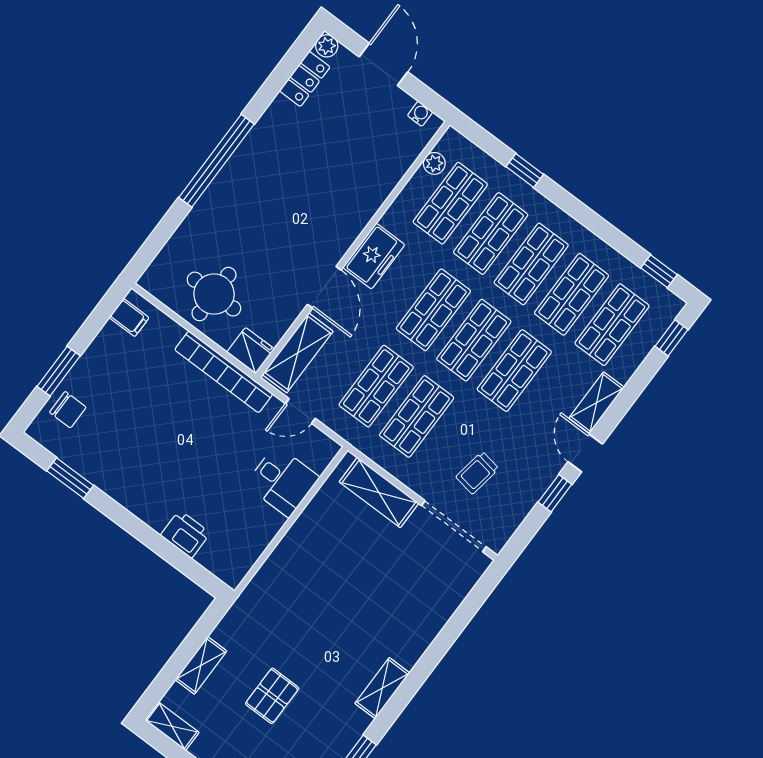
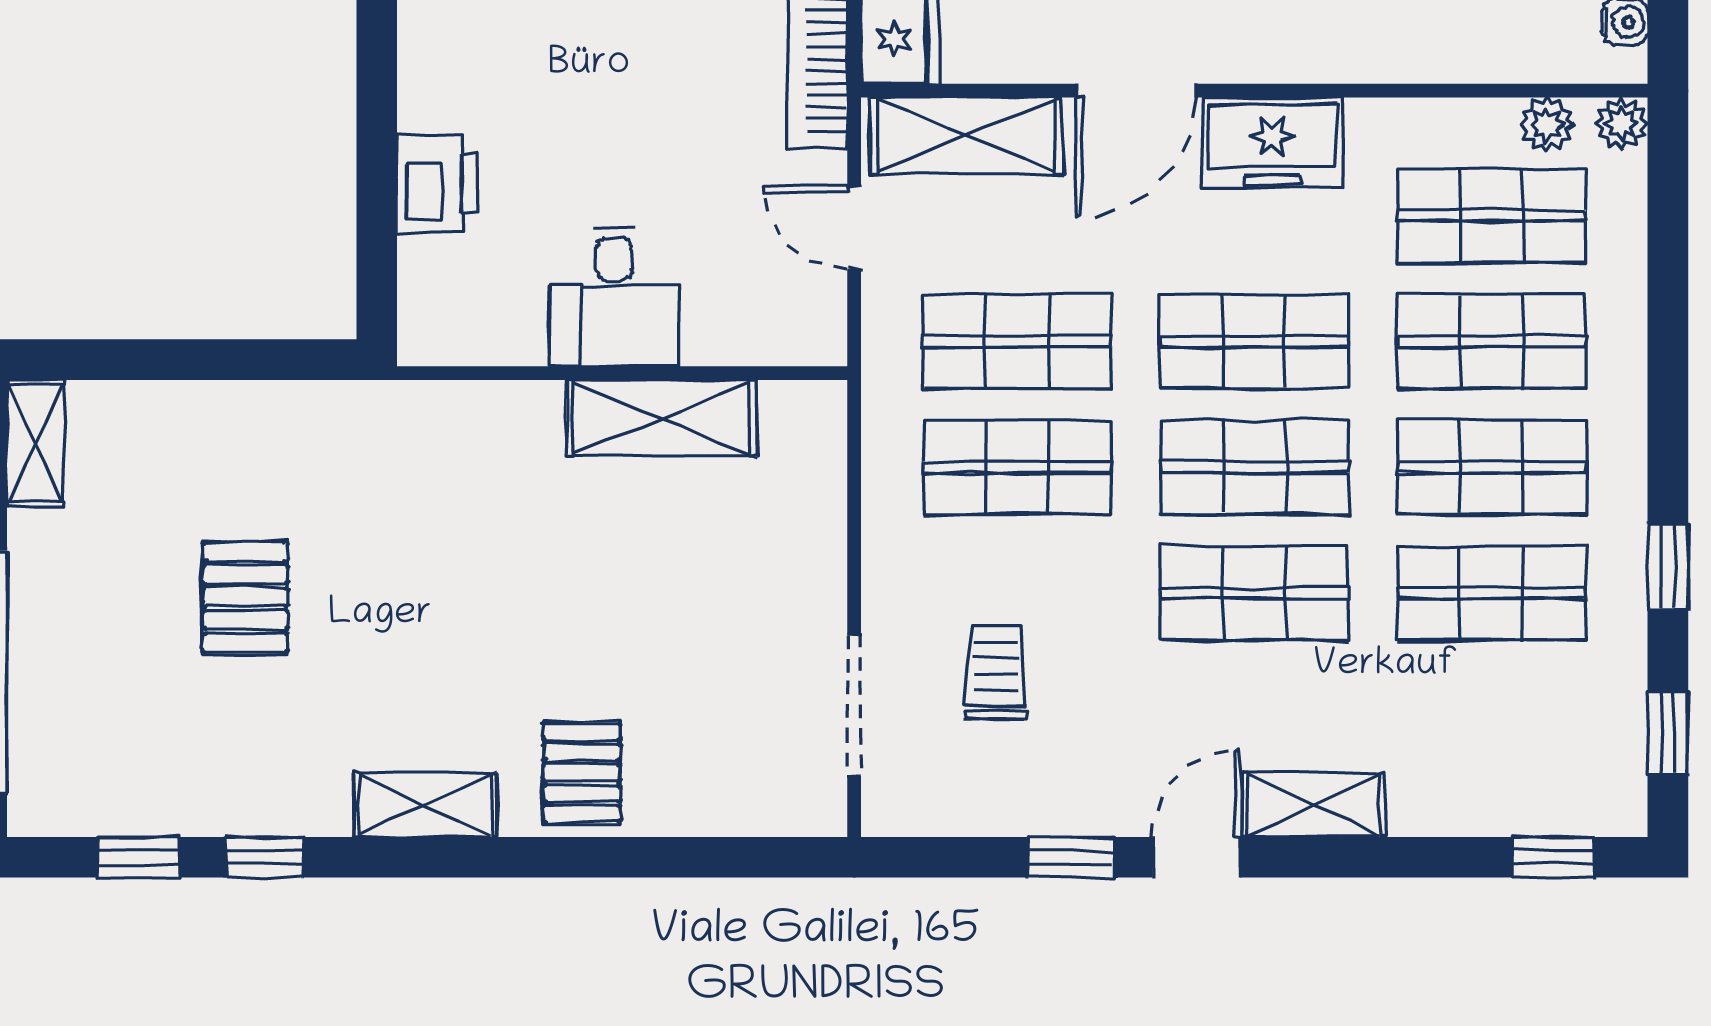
plant: (452, 139) -> (1622, 123), added
window: (525, 170) -> (1668, 566), moved
shop shelf: (612, 325) -> (1492, 719), removed
trolley: (477, 473) -> (996, 672), turned 81
desk: (282, 481) -> (614, 297), moved
shelving: (379, 493) -> (661, 418), moved, turned 90
doorway: (454, 526) -> (854, 705), width x0.73
pallet: (410, 630) -> (582, 772), added
shelving: (201, 665) -> (200, 410), removed
pallet: (272, 696) -> (245, 597), turned 90

